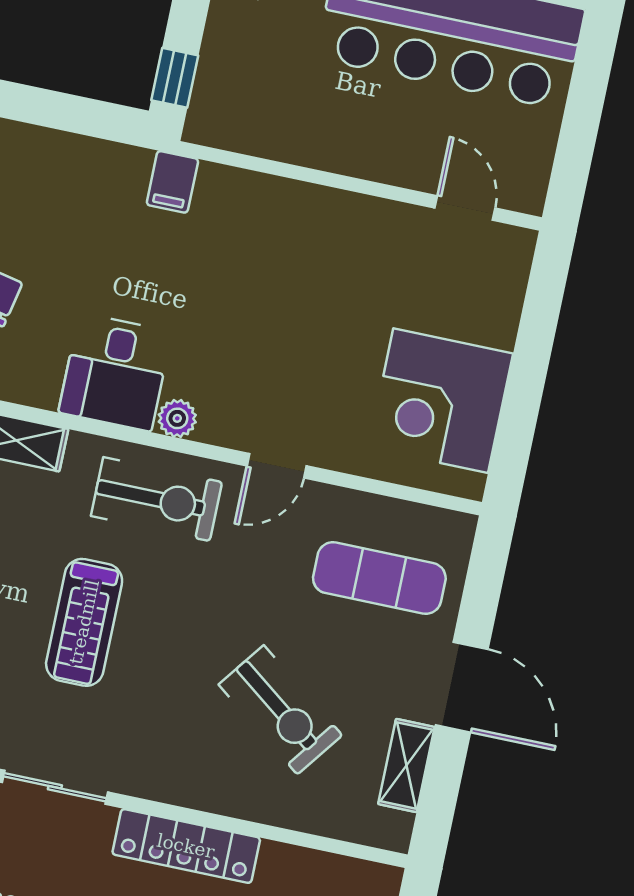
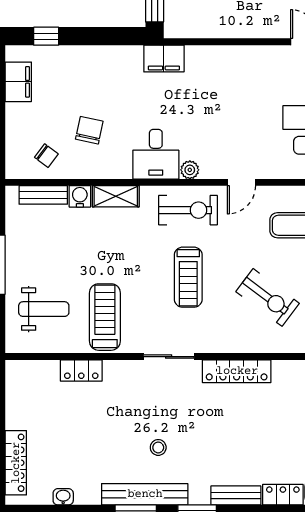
filing cabinet: (172, 182) -> (164, 59), width x2.00
treadmill: (84, 622) -> (188, 277), moved

